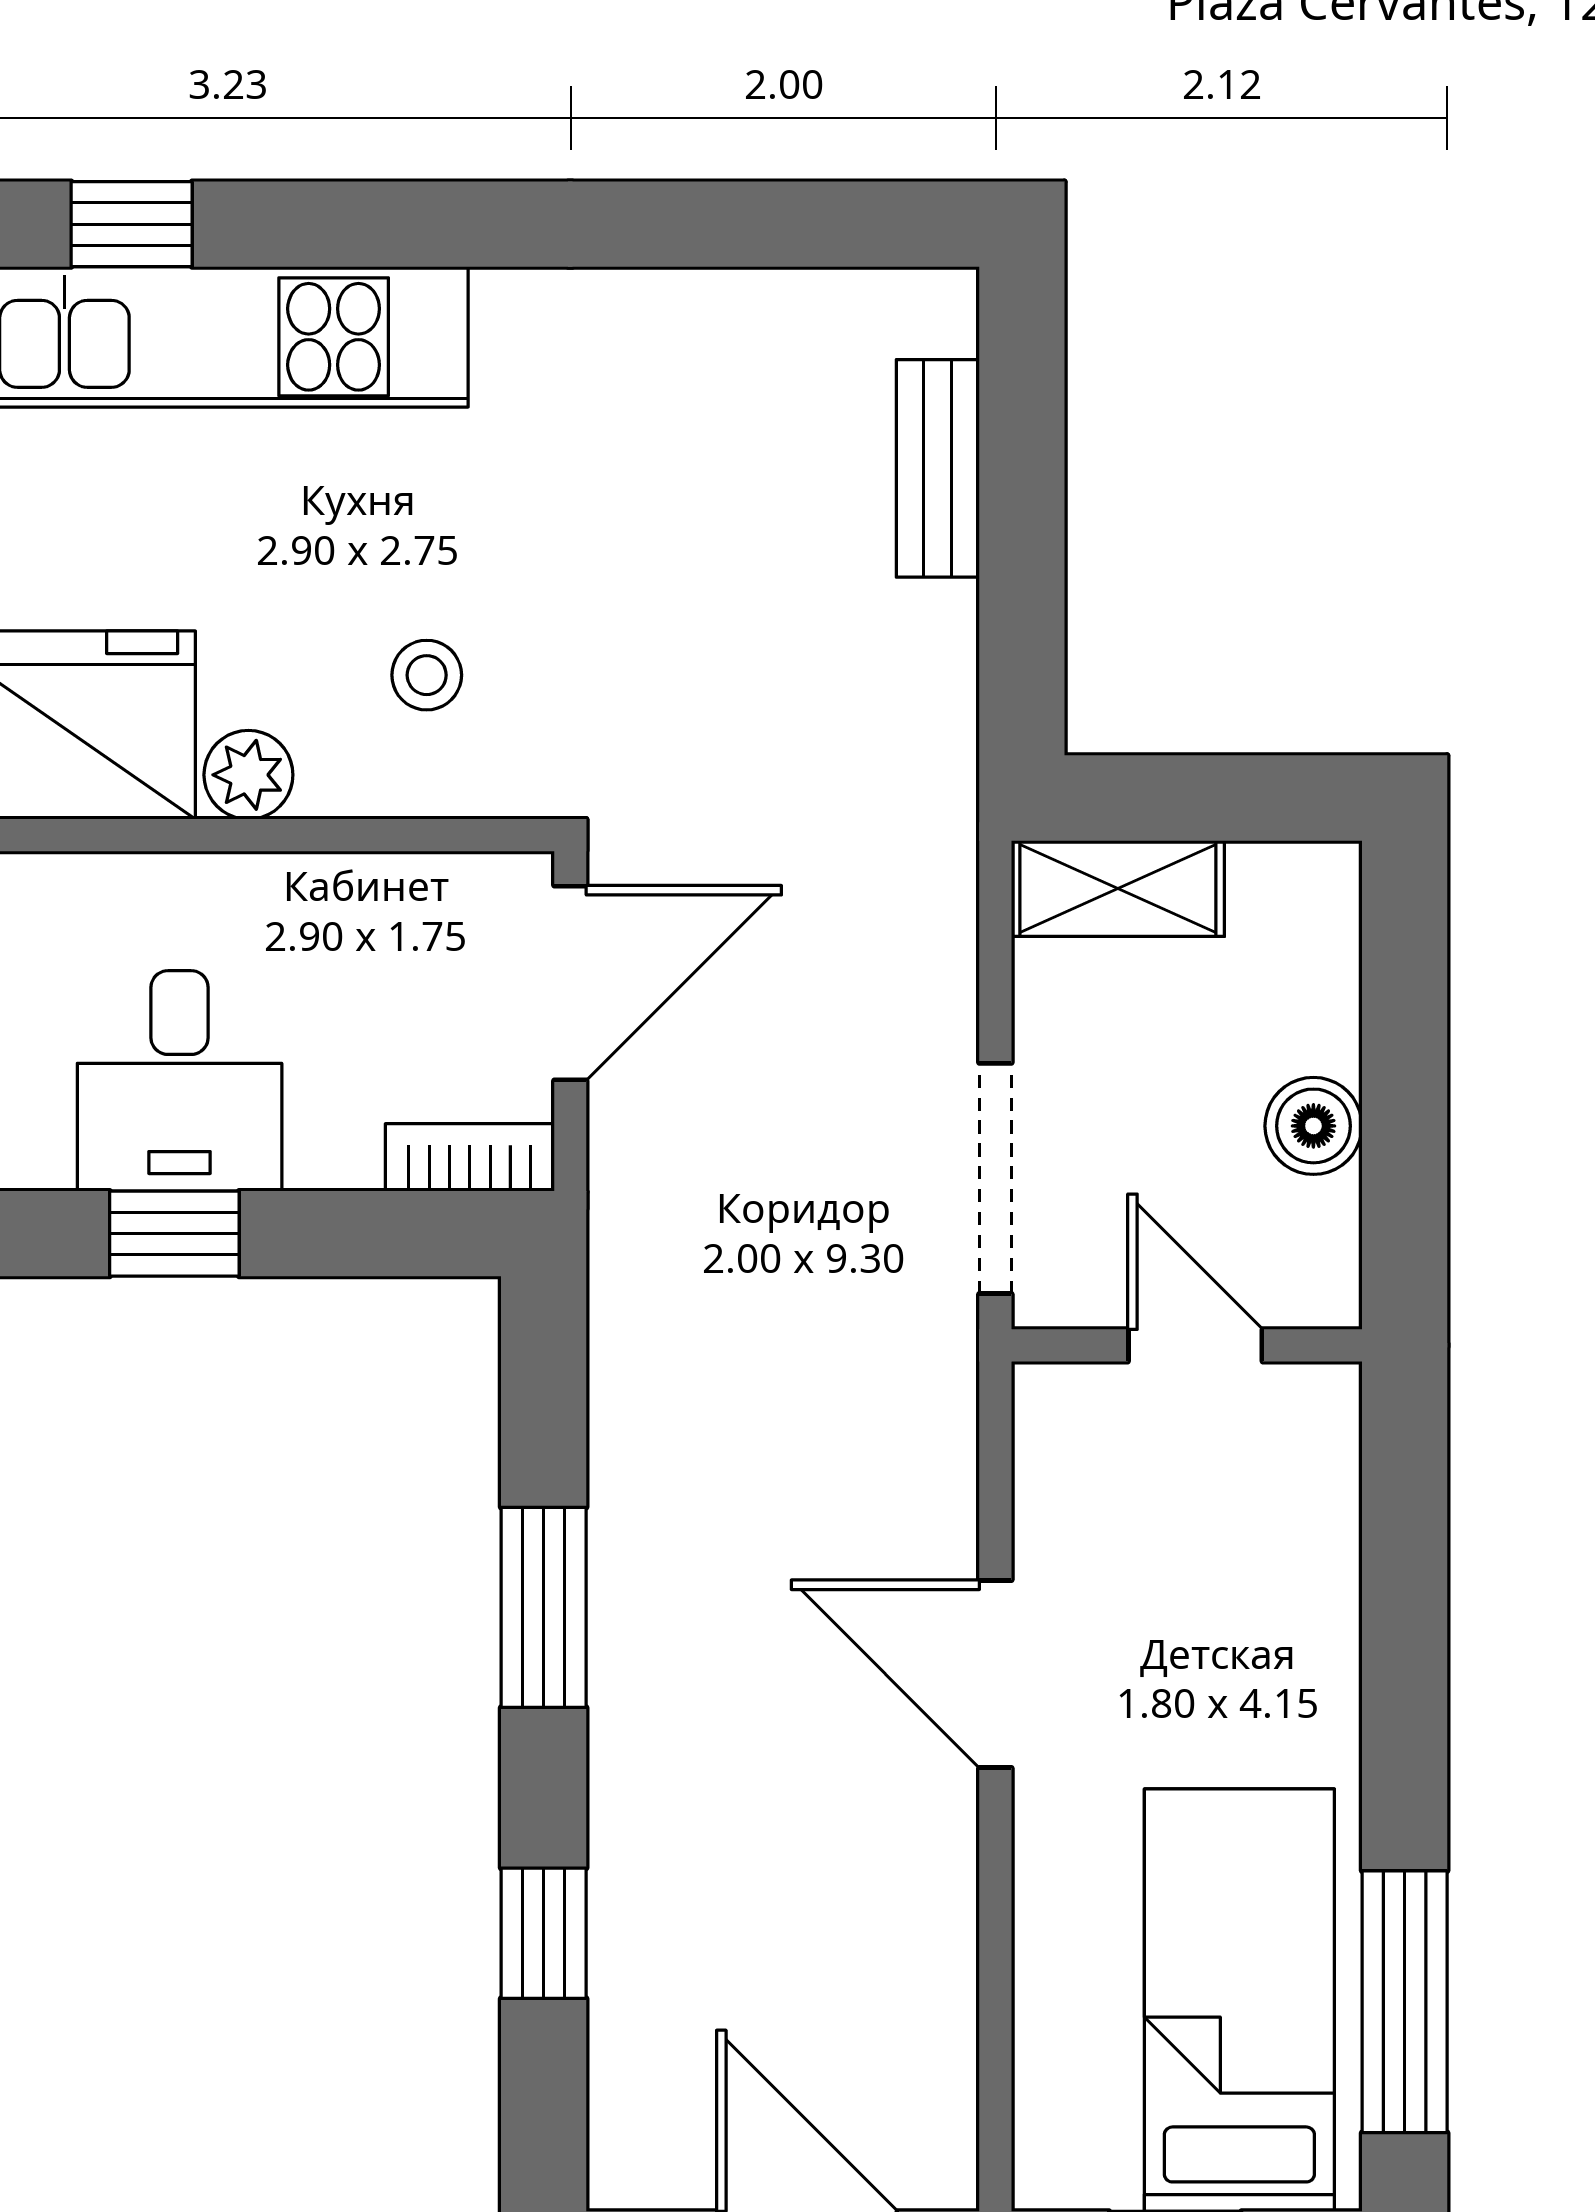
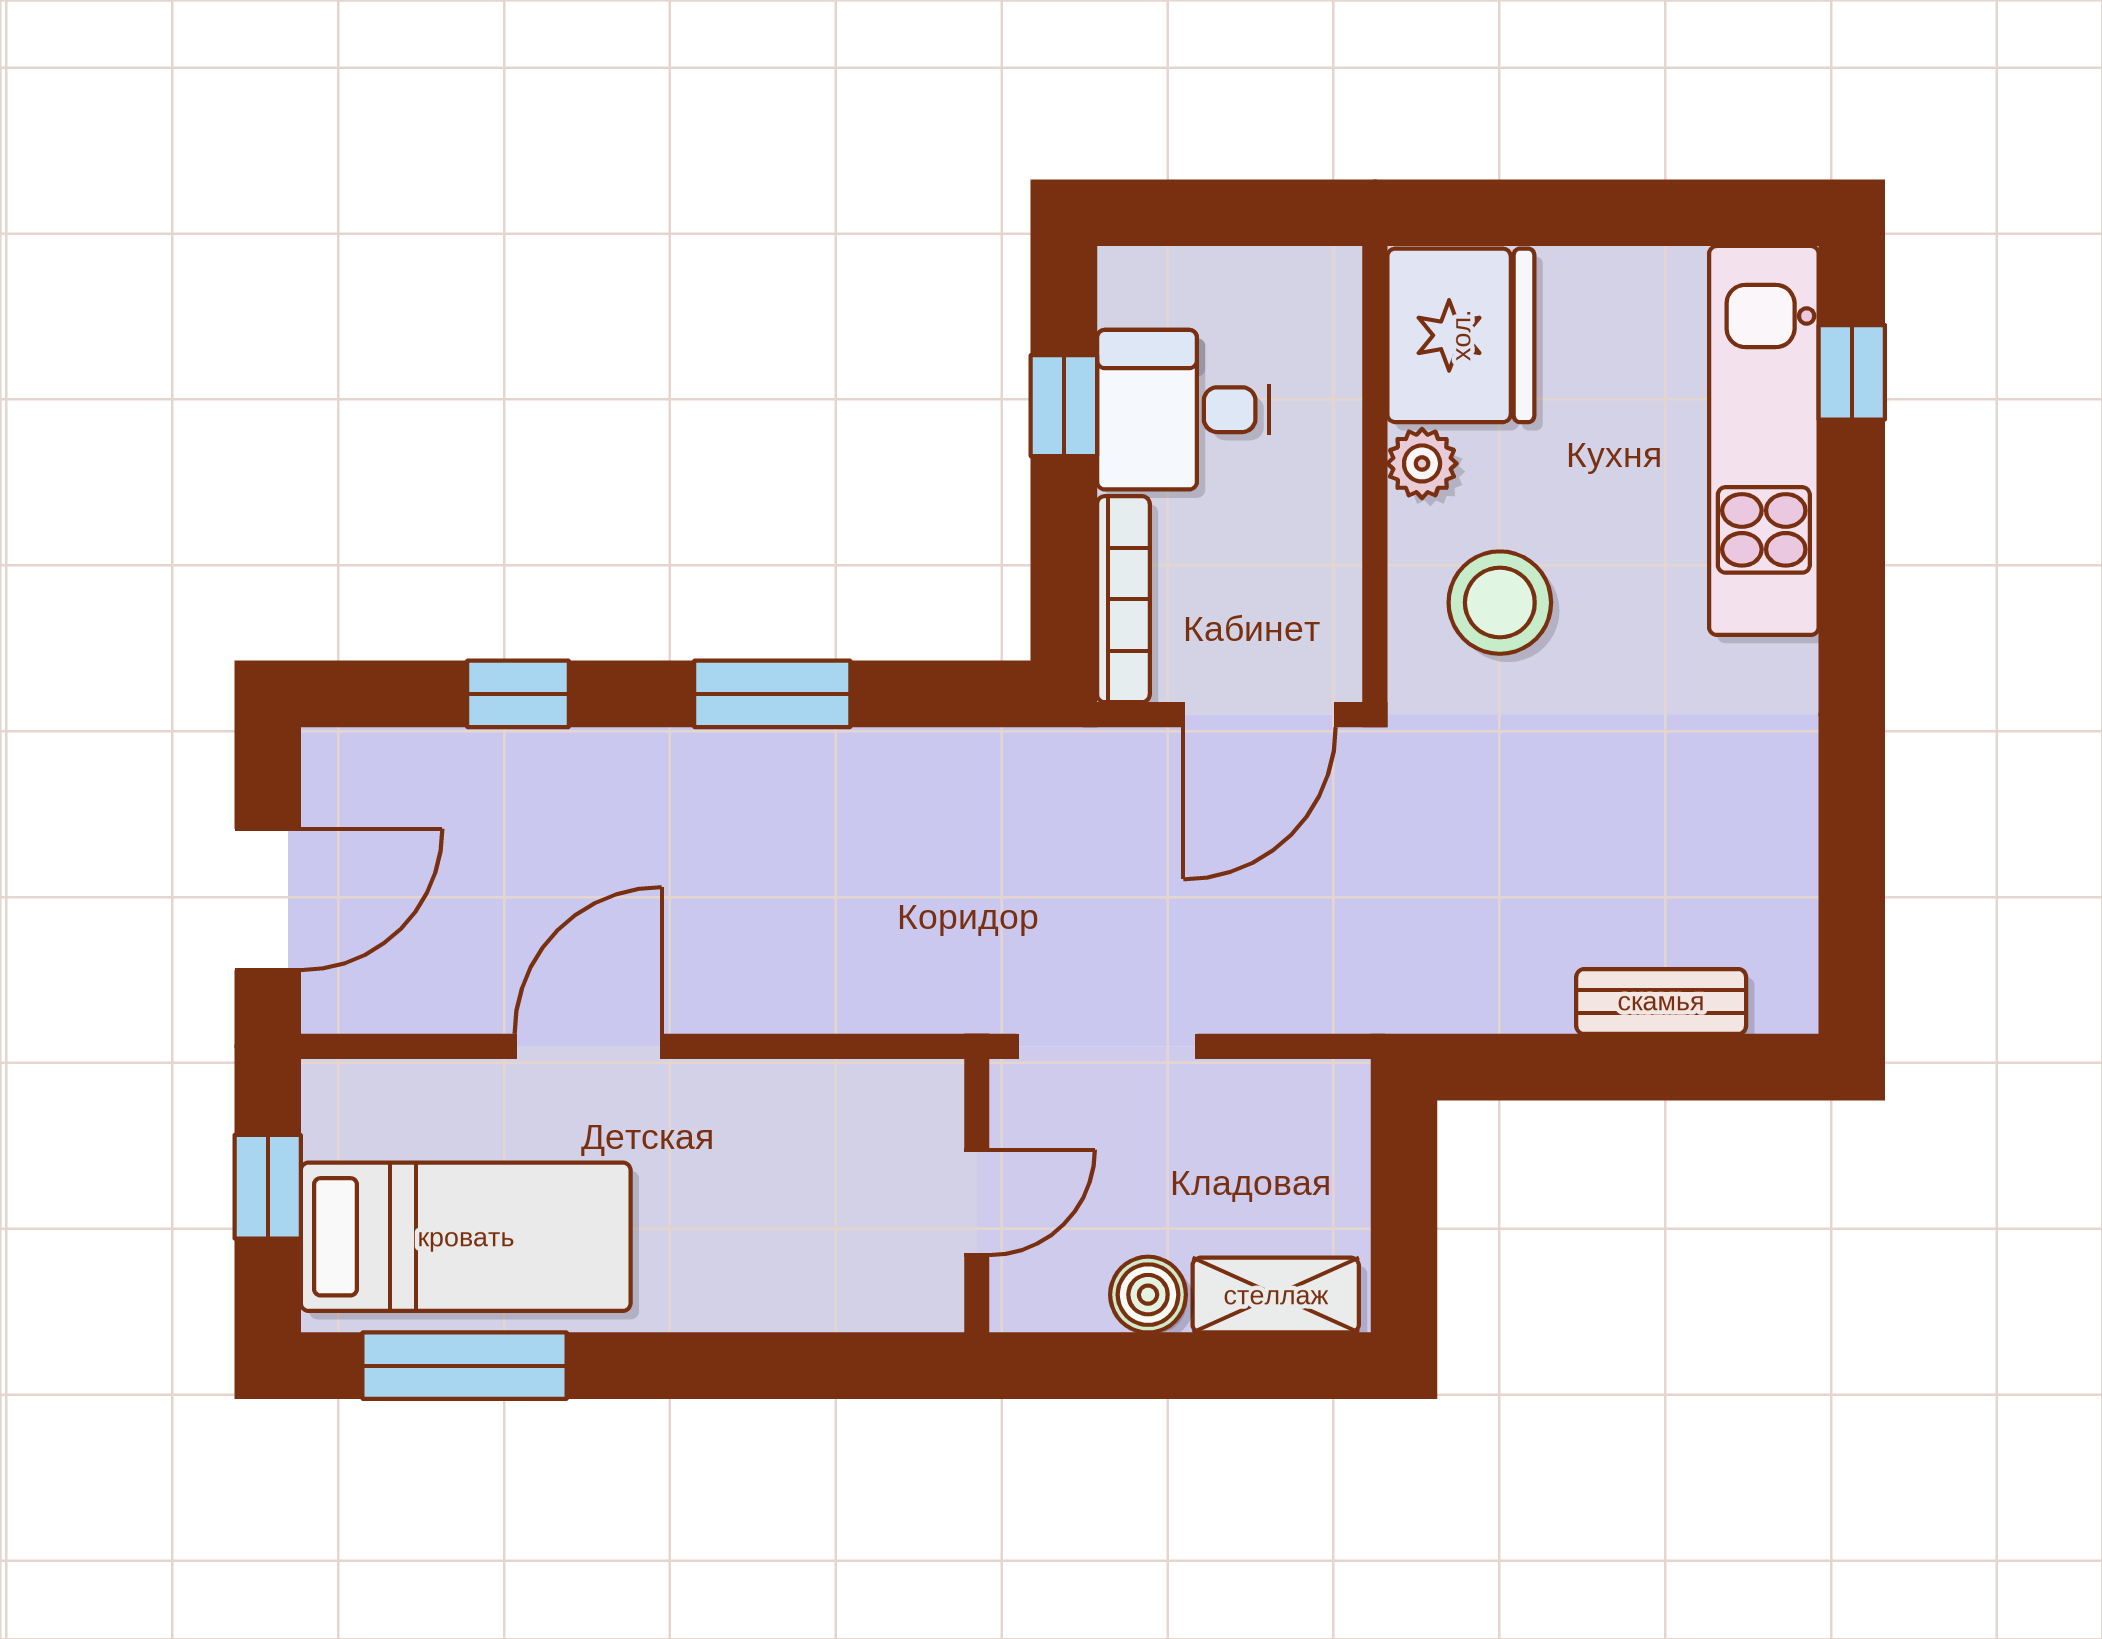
stool: (427, 675) -> (1500, 603), width x1.89, depth x1.89
shelving: (1118, 888) -> (1276, 1295), moved, turned 90
door: (570, 983) -> (1260, 715), hinge flipped
bookcase: (470, 1157) -> (1123, 599), width x1.56
door: (995, 1674) -> (588, 1046), moved

